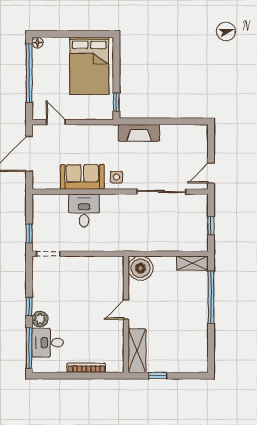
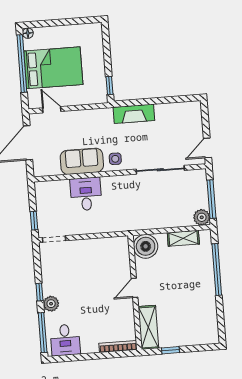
bed: (89, 66) -> (53, 68), moved, turned -90
window: (211, 225) -> (211, 199), width x2.17
plant: (200, 243) -> (202, 217), added
shelving: (192, 263) -> (183, 238), moved
desk: (48, 343) -> (65, 340), moved, turned -90
bookcase: (86, 368) -> (118, 347), moved

